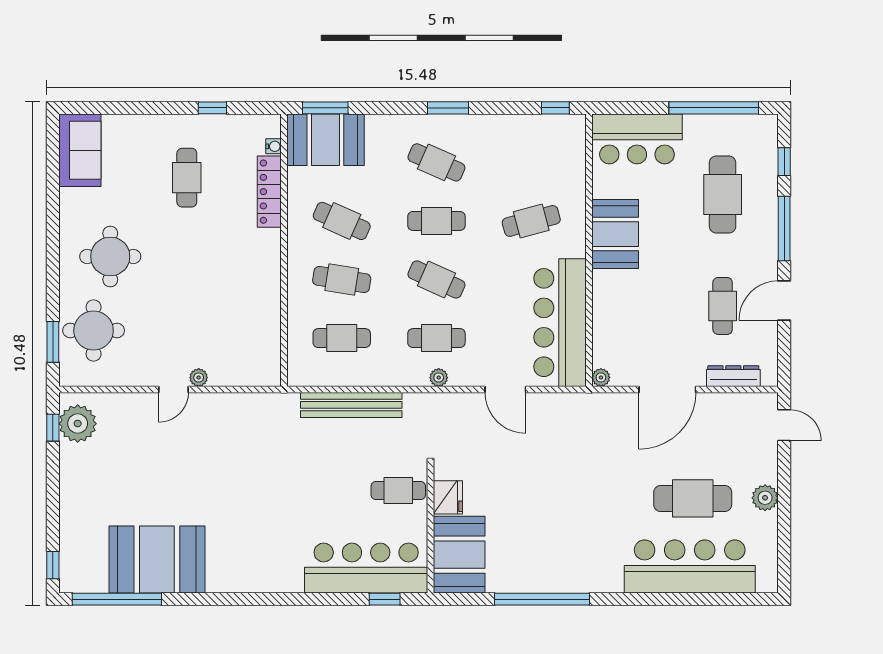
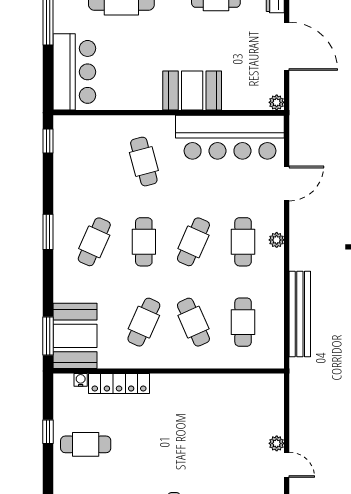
cafe table: (187, 178) -> (86, 444), moved
booth: (615, 234) -> (192, 90), moved
cafe table: (342, 279) -> (193, 322), turned -33

